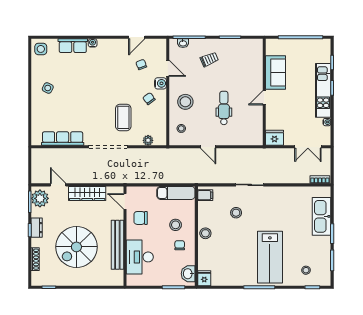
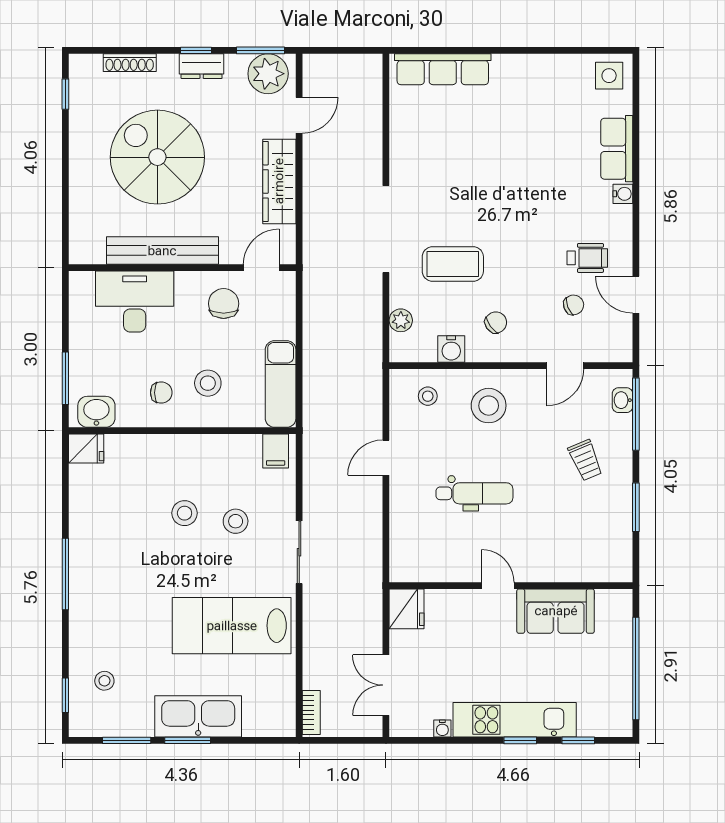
wheelchair: (121, 59) -> (587, 258), added
water cooler: (161, 83) -> (451, 349), moved
side table: (48, 88) -> (520, 92), removed
row of seats: (63, 139) -> (443, 69), moved, turned 90
kitchen sink: (322, 216) -> (198, 716), moved
stool: (205, 233) -> (185, 513), moved
lab bench: (270, 257) -> (232, 626), moved

